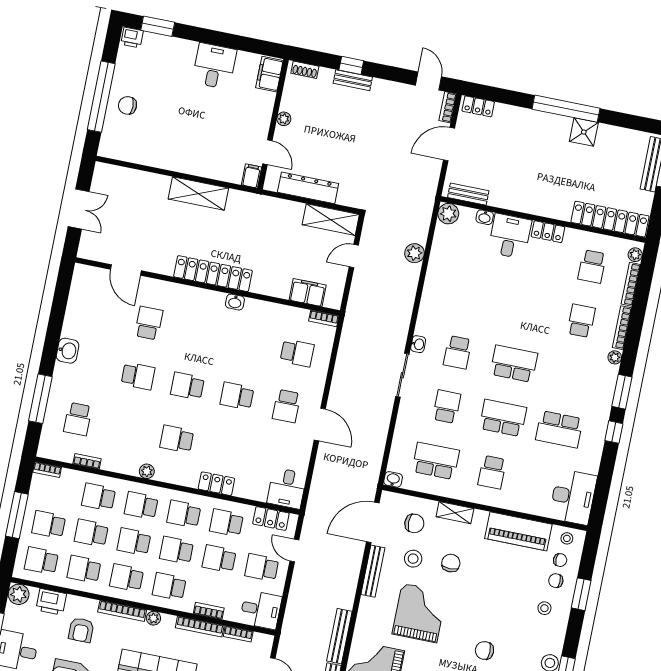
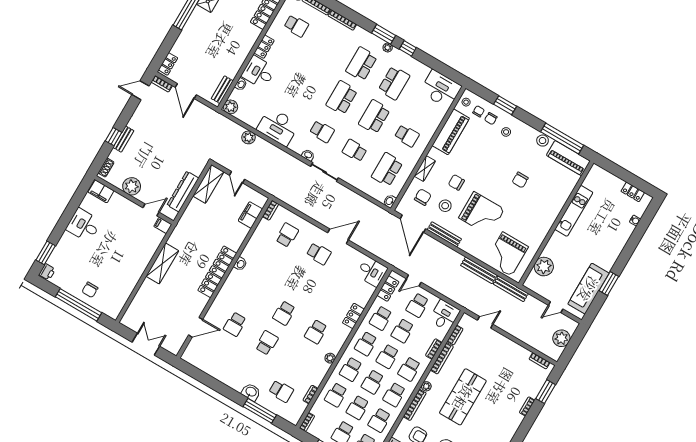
plant: (284, 119) -> (132, 186), width x1.87, depth x1.87
desk: (443, 289) -> (278, 127), added
school desk: (581, 321) -> (361, 64), moved, width x1.85
school desk: (149, 323) -> (235, 324), turned -90
washbasin: (68, 351) -> (251, 392), moved
plant: (615, 357) -> (388, 47), moved
school desk: (237, 396) -> (301, 283), removed
grand piano: (419, 613) -> (482, 214), turned 180

